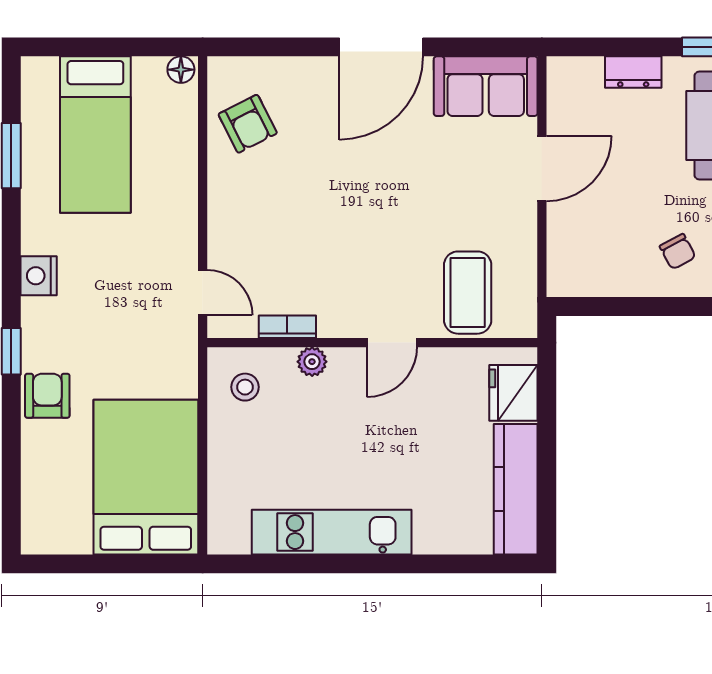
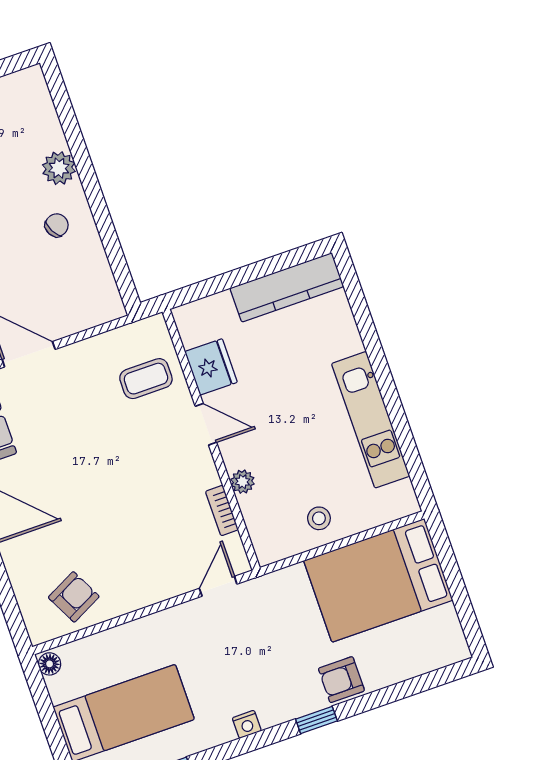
nightstand: (39, 276) -> (247, 724), width x0.72, depth x0.74
coffee table: (468, 293) -> (146, 379), width x0.73, depth x0.77
stool: (245, 387) -> (319, 518), moved
fridge: (513, 393) -> (211, 367), moved, turned -90

